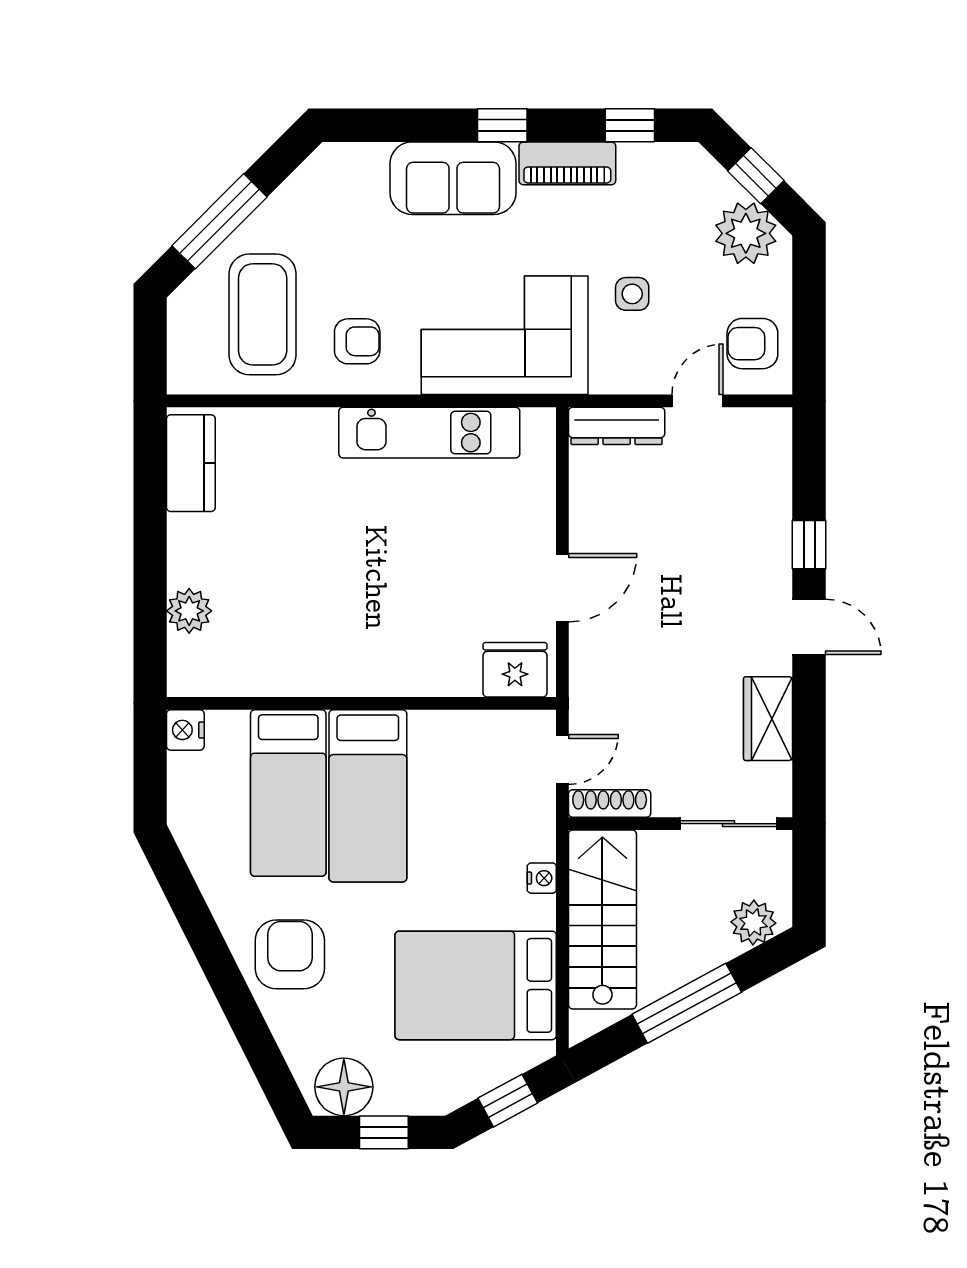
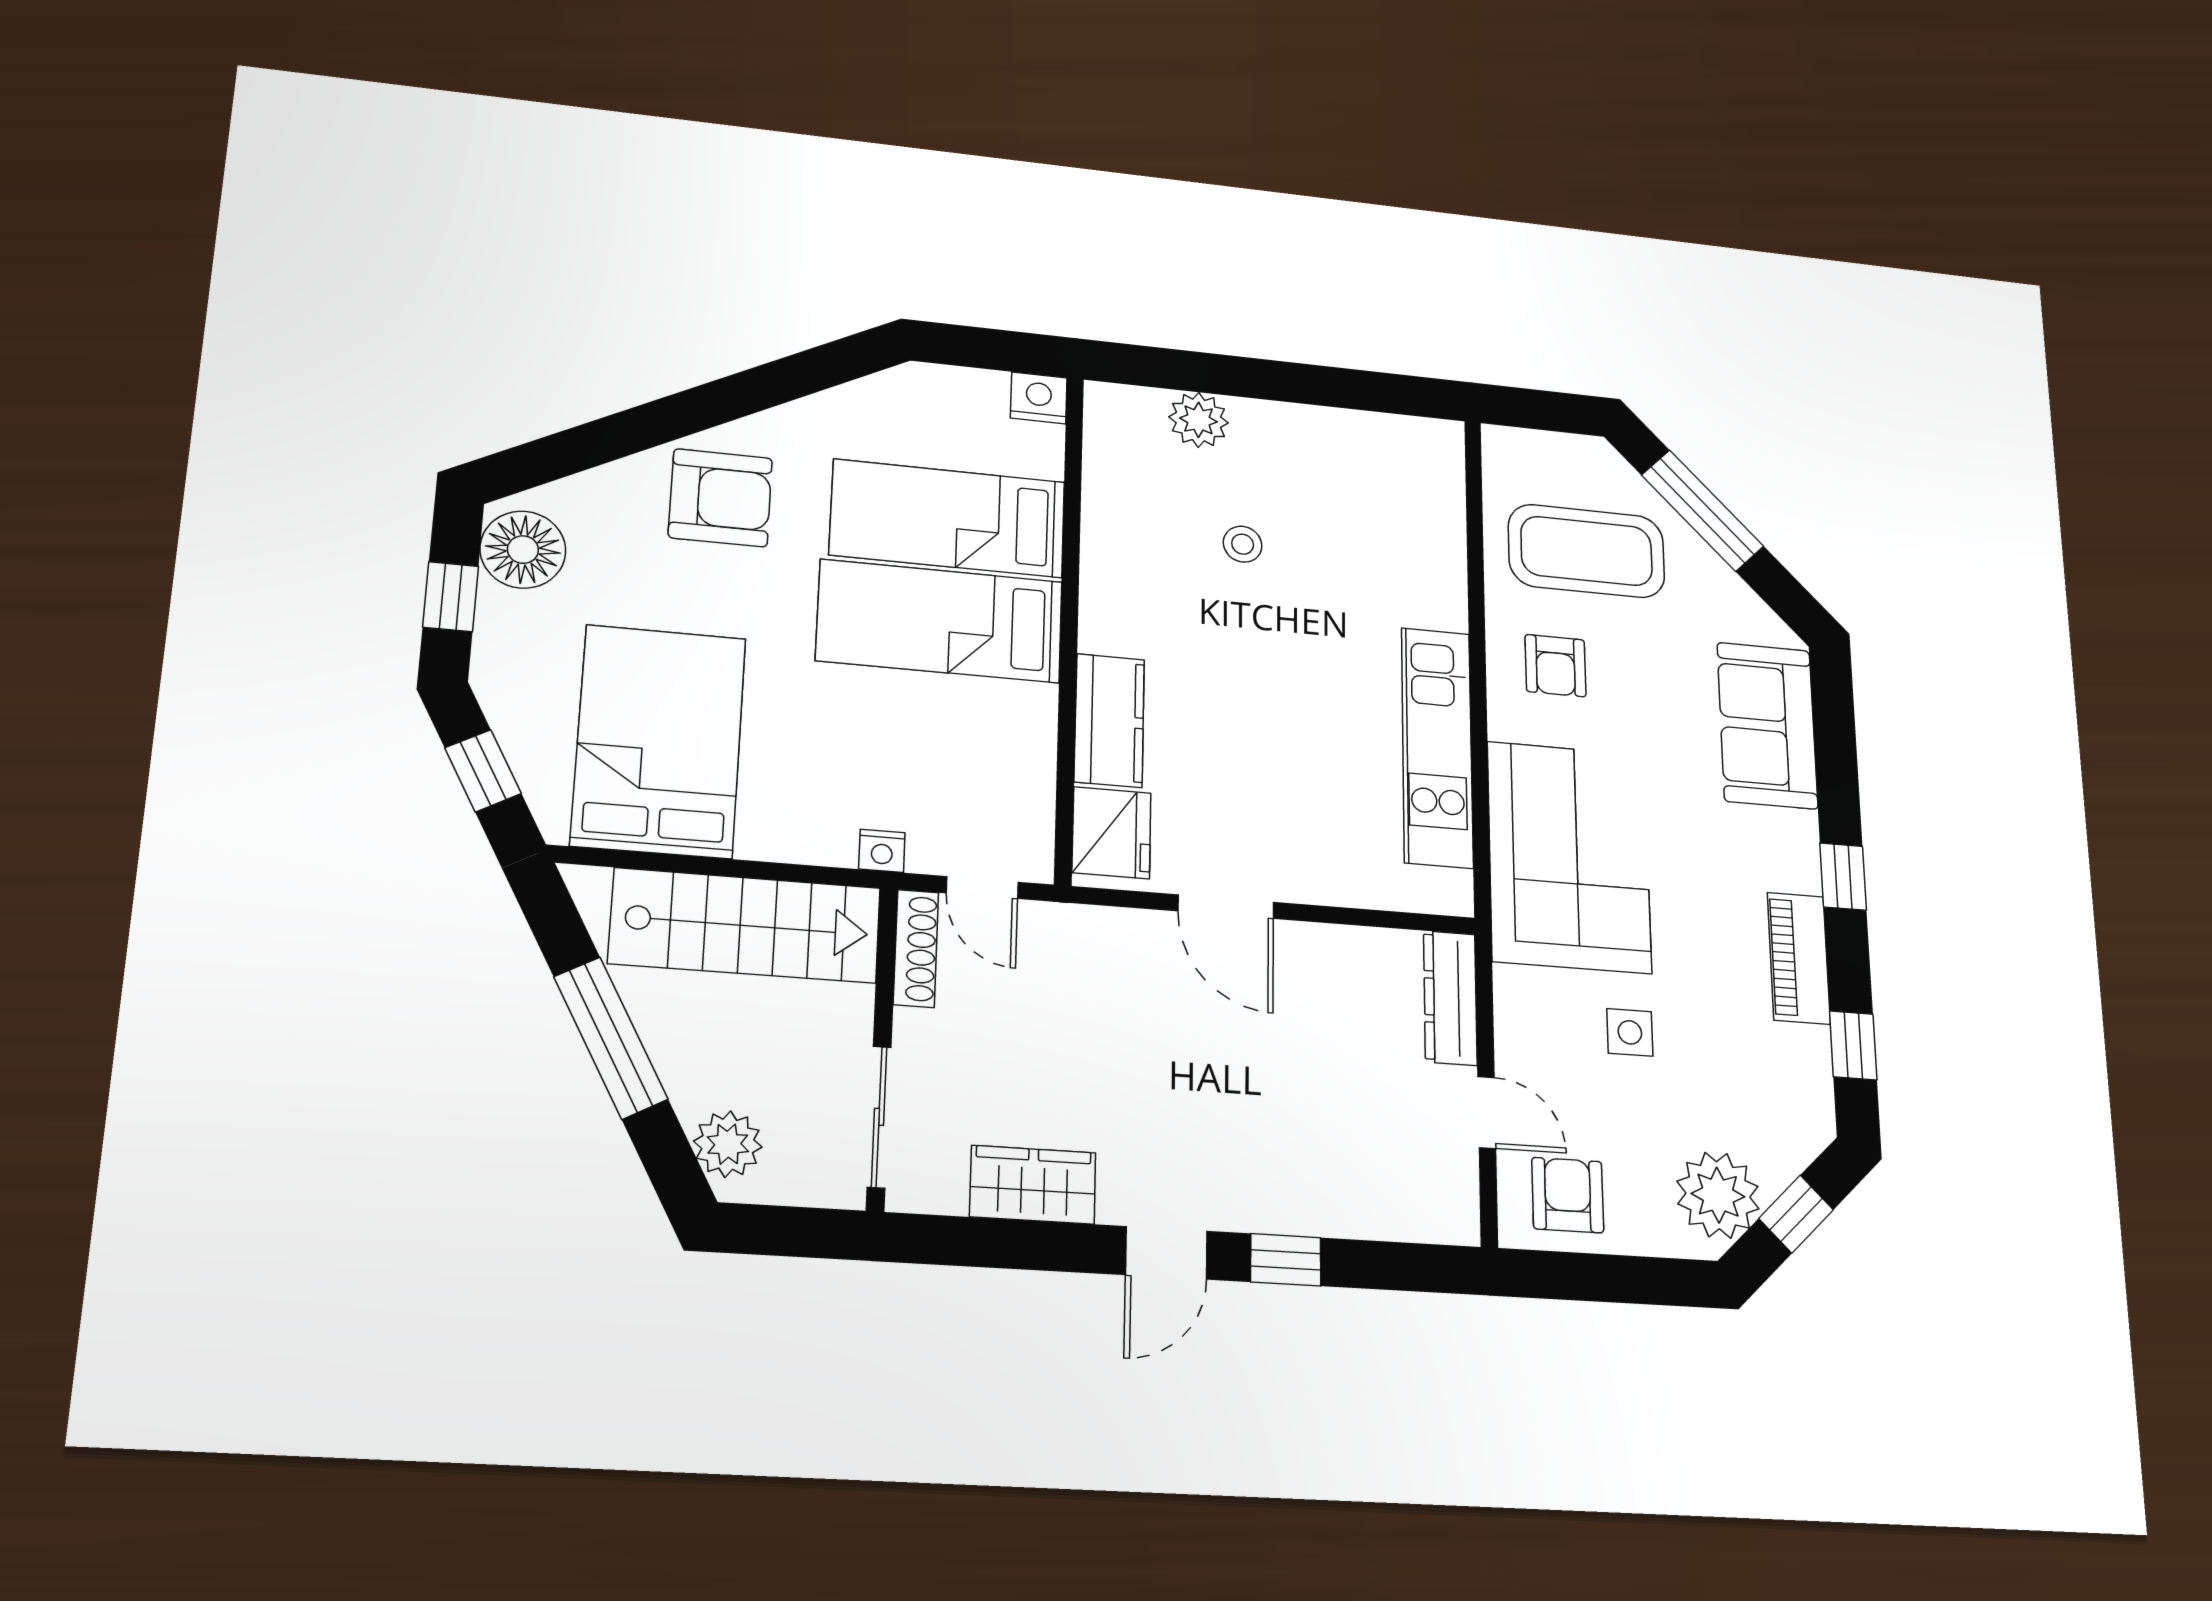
sofa: (453, 178) -> (1767, 725), moved
kitchen counter: (191, 463) -> (1109, 721), moved, turned -90
stool: (285, 577) -> (1243, 544), added
nightstand: (542, 878) -> (882, 851), moved

